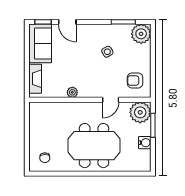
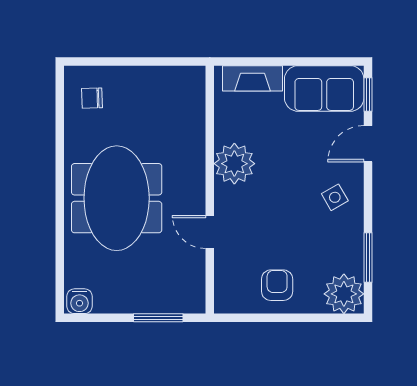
side table: (107, 52) -> (335, 197), moved
armchair: (135, 80) -> (277, 285), moved
plant: (72, 92) -> (234, 164), width x1.87, depth x1.87
plant: (140, 112) -> (184, 292), removed
water cooler: (145, 143) -> (80, 301), moved

